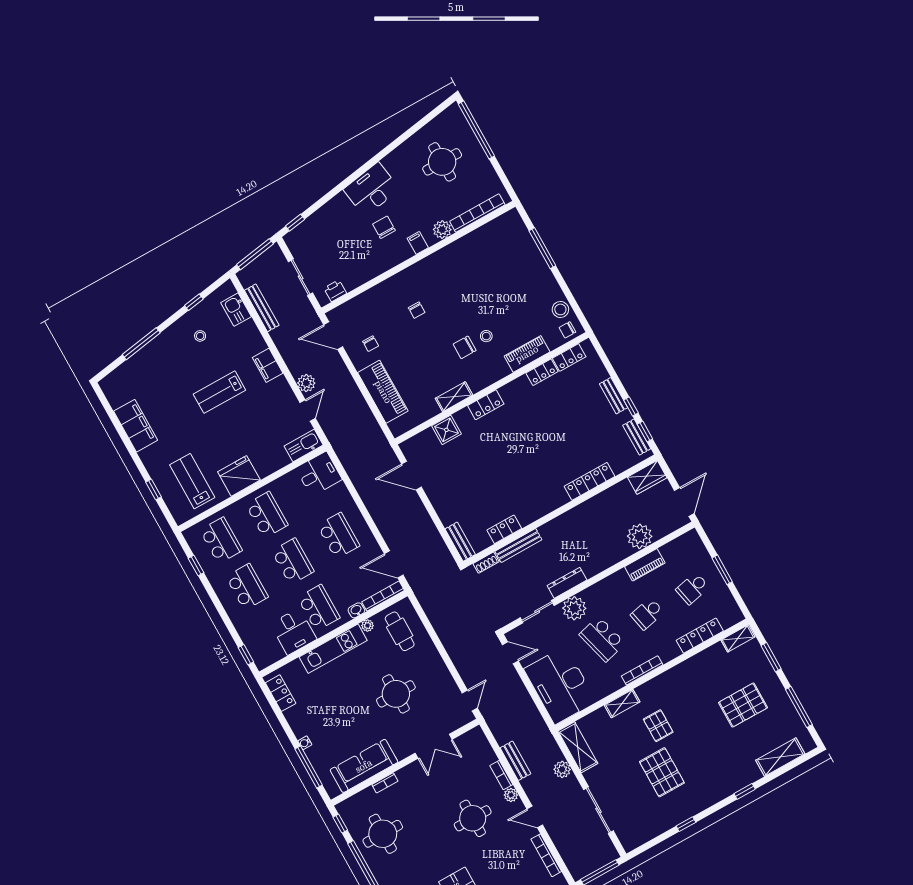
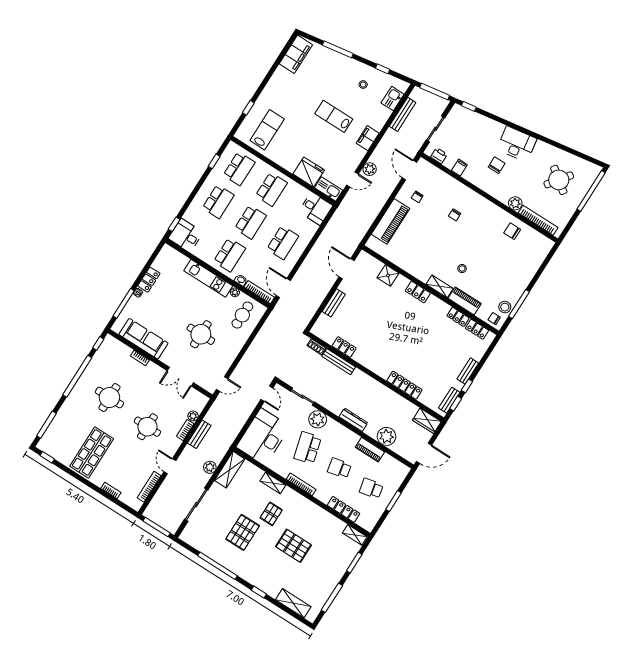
round table: (442, 162) -> (559, 180), turned 37
filing cabinet: (418, 243) -> (459, 168), moved
window: (542, 248) -> (519, 304), moved
chair: (465, 347) -> (512, 231), moved
shelving: (454, 397) -> (440, 286), moved
filing cabinet: (136, 426) -> (296, 54), moved
fridge: (239, 476) -> (309, 172), moved
bench: (460, 542) -> (334, 303), moved
dresser: (567, 583) -> (353, 420), moved
desk: (293, 631) -> (186, 235), moved, turned 90
locker: (281, 693) -> (149, 280), moved
pallet: (743, 705) -> (293, 546), moved
plant: (511, 795) -> (193, 416), moved
window: (686, 824) -> (218, 566), width x3.17
round table: (383, 834) -> (109, 398), moved

